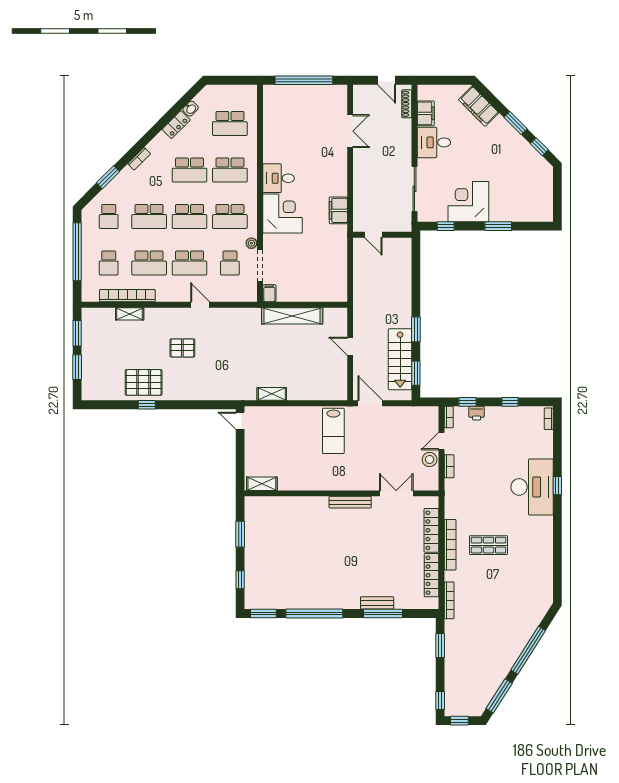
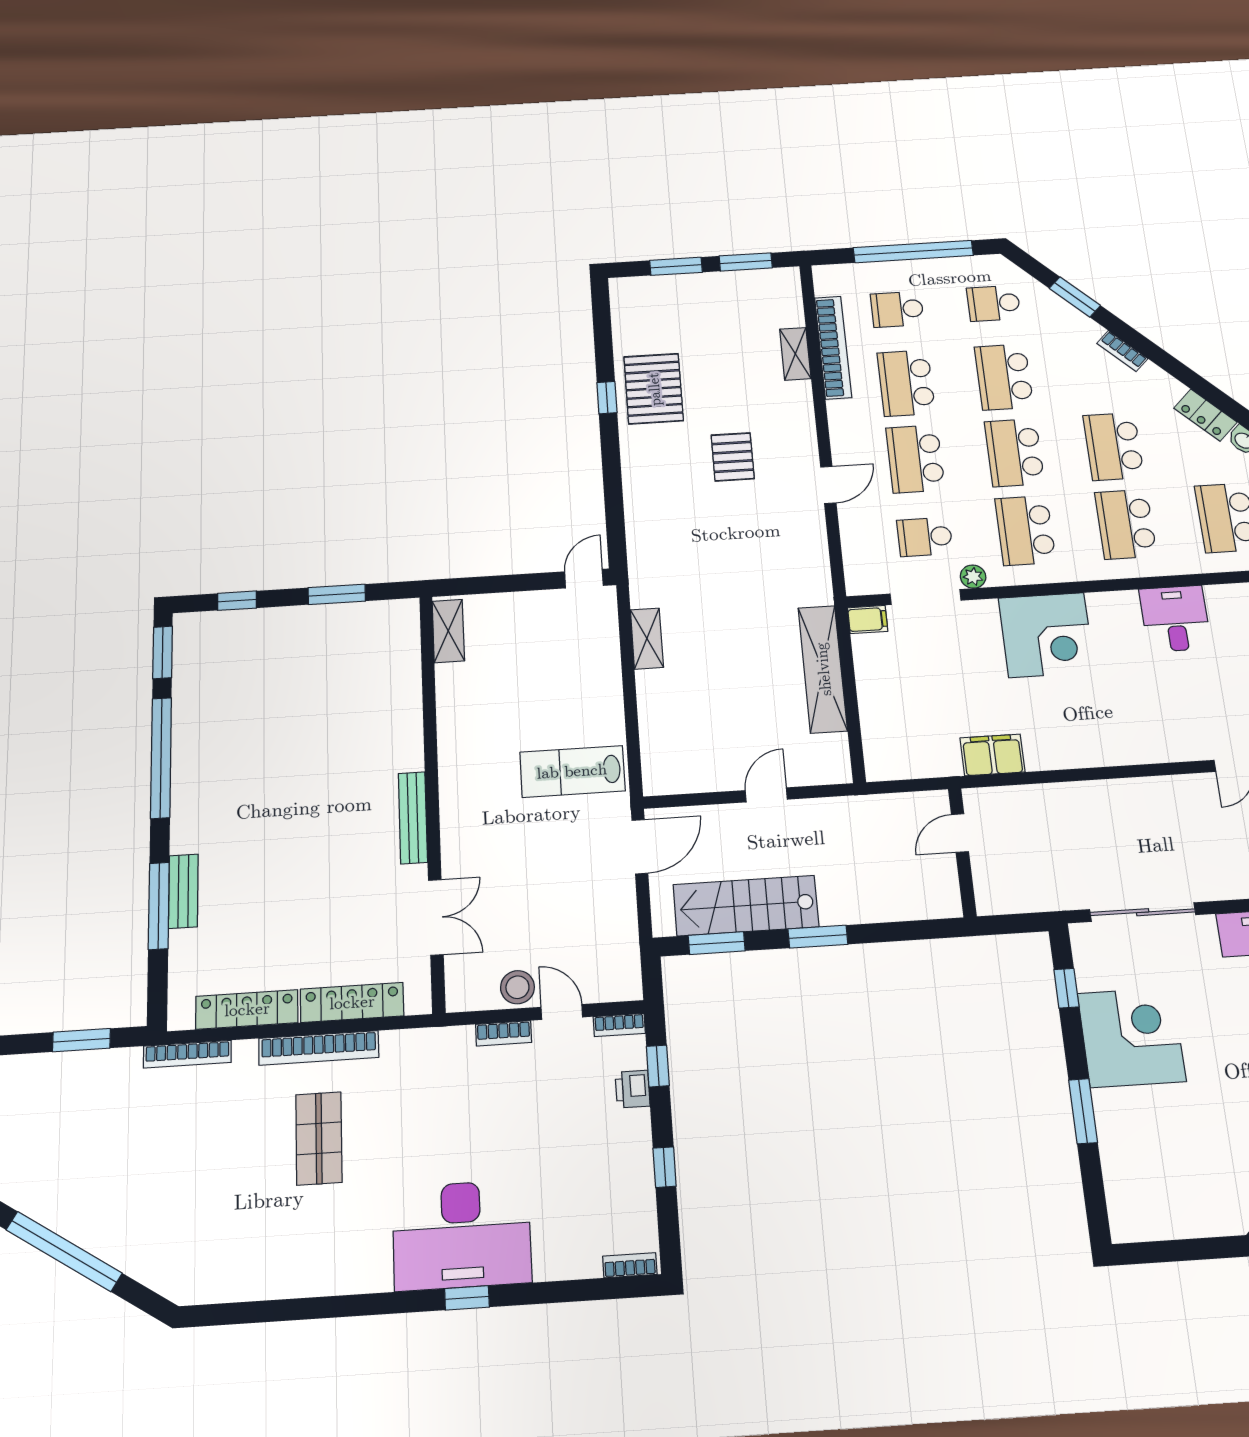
desk: (279, 178) -> (1175, 619), moved
filing cabinet: (338, 210) -> (992, 755), moved
door: (373, 235) -> (960, 833), moved
wall: (382, 235) -> (962, 852), moved

